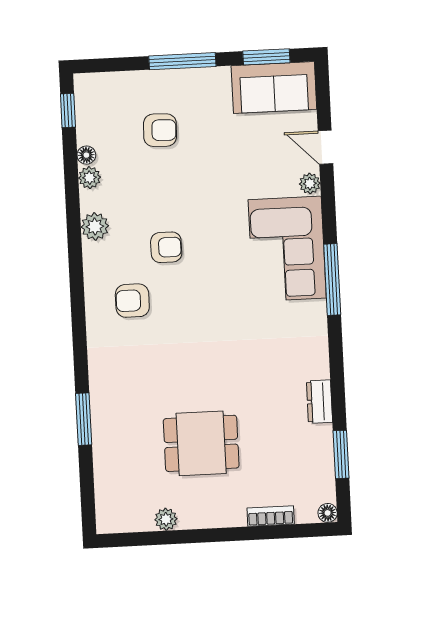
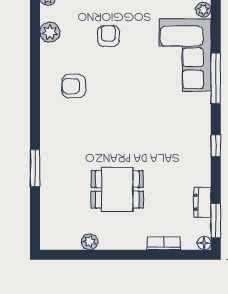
armchair: (166, 247) -> (108, 36), moved, turned -90
window: (337, 375) -> (216, 146), added
dresser: (319, 402) -> (202, 202), moved
window: (341, 454) -> (216, 221), moved

